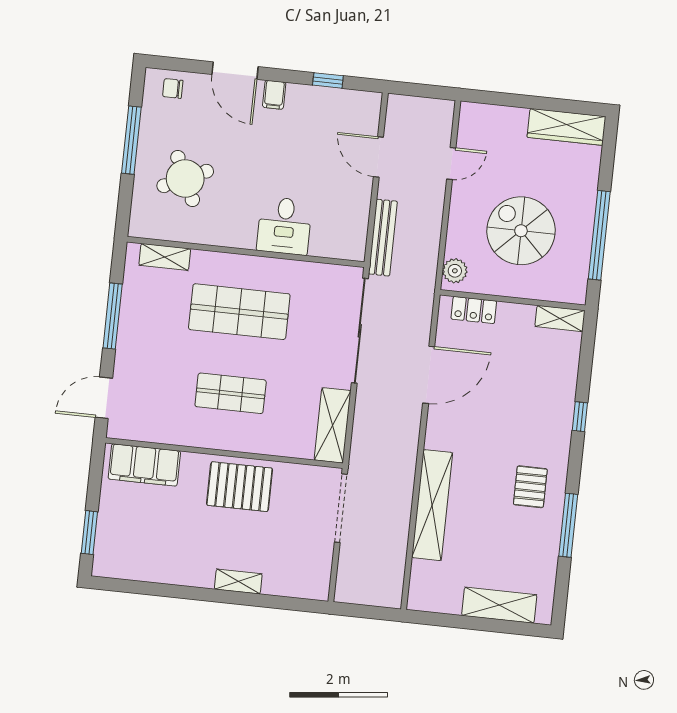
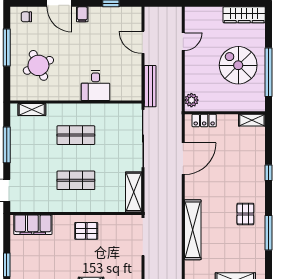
spiral stairs: (521, 231) -> (238, 65), moved
shop shelf: (239, 312) -> (76, 135), width x0.70, depth x0.74
pallet: (240, 487) -> (86, 231), width x0.67, depth x0.71

